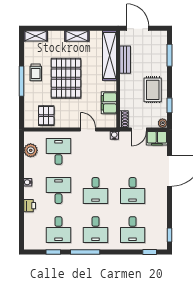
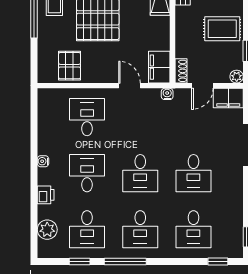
rug: (153, 90) -> (222, 29), turned 90
filing cabinet: (109, 103) -> (159, 67), moved
plant: (31, 150) -> (47, 230), moved

